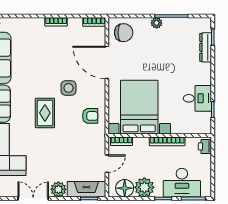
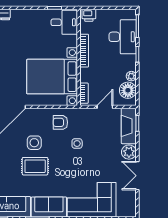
desk: (197, 98) -> (64, 22), moved, turned 90
rug: (45, 113) -> (35, 166), moved
armchair: (90, 116) -> (60, 122), turned -90
side table: (68, 134) -> (77, 144), added
door: (107, 164) -> (105, 107), hinge flipped
plant: (144, 187) -> (131, 76), width x0.53, depth x0.53

